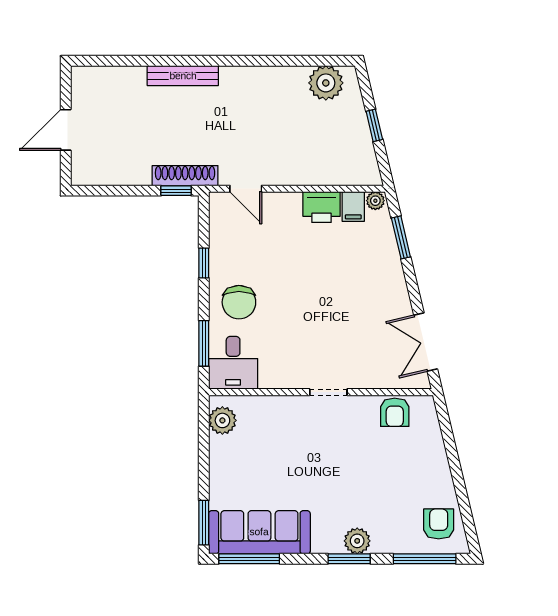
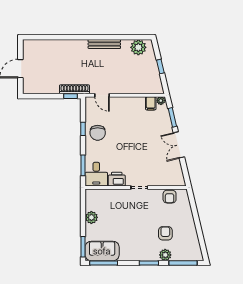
bench: (183, 76) -> (104, 44), moved
printer: (322, 207) -> (117, 179), moved, turned 180
chair: (239, 302) -> (98, 133), moved
double door: (426, 342) -> (179, 145), moved
plant: (222, 420) -> (91, 217), moved
armchair: (439, 524) -> (165, 233), moved
sofa: (259, 532) -> (102, 251), width x0.73
plant: (357, 541) -> (165, 255), moved

